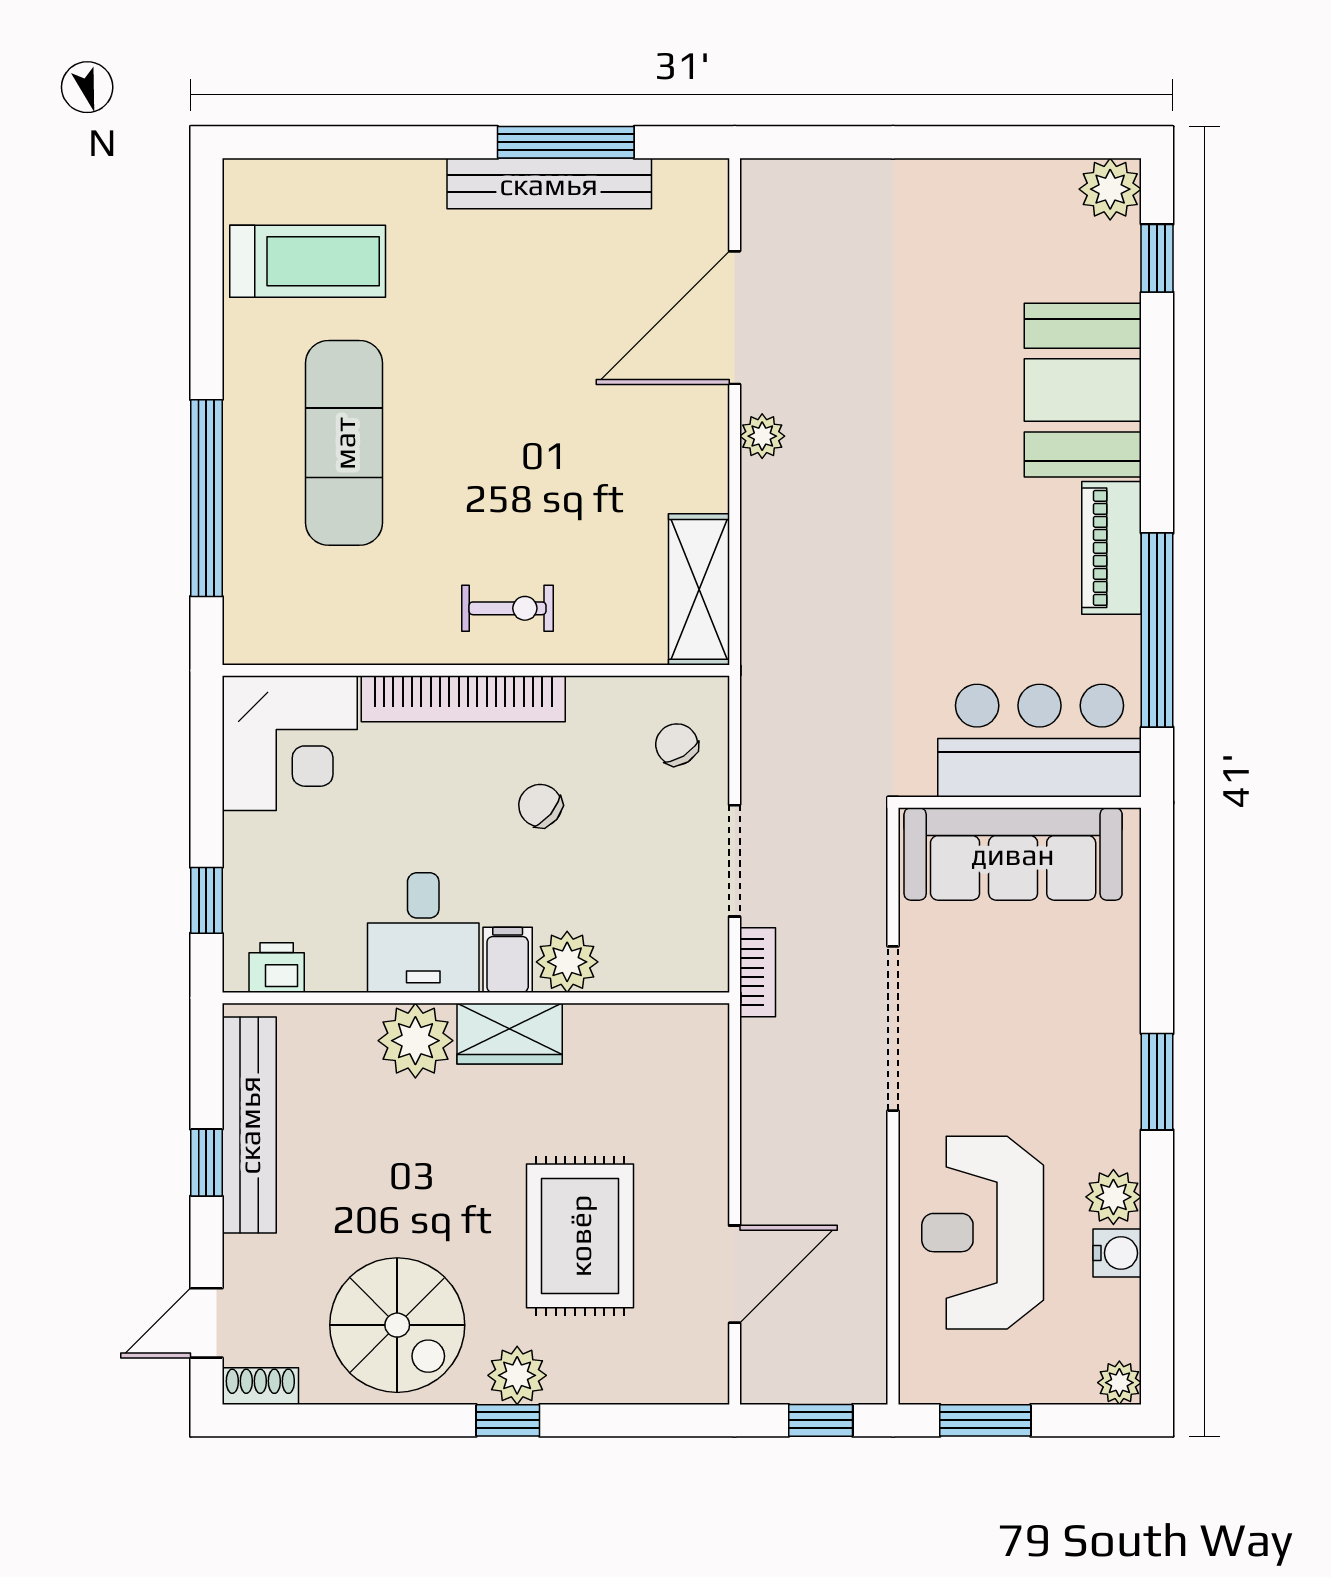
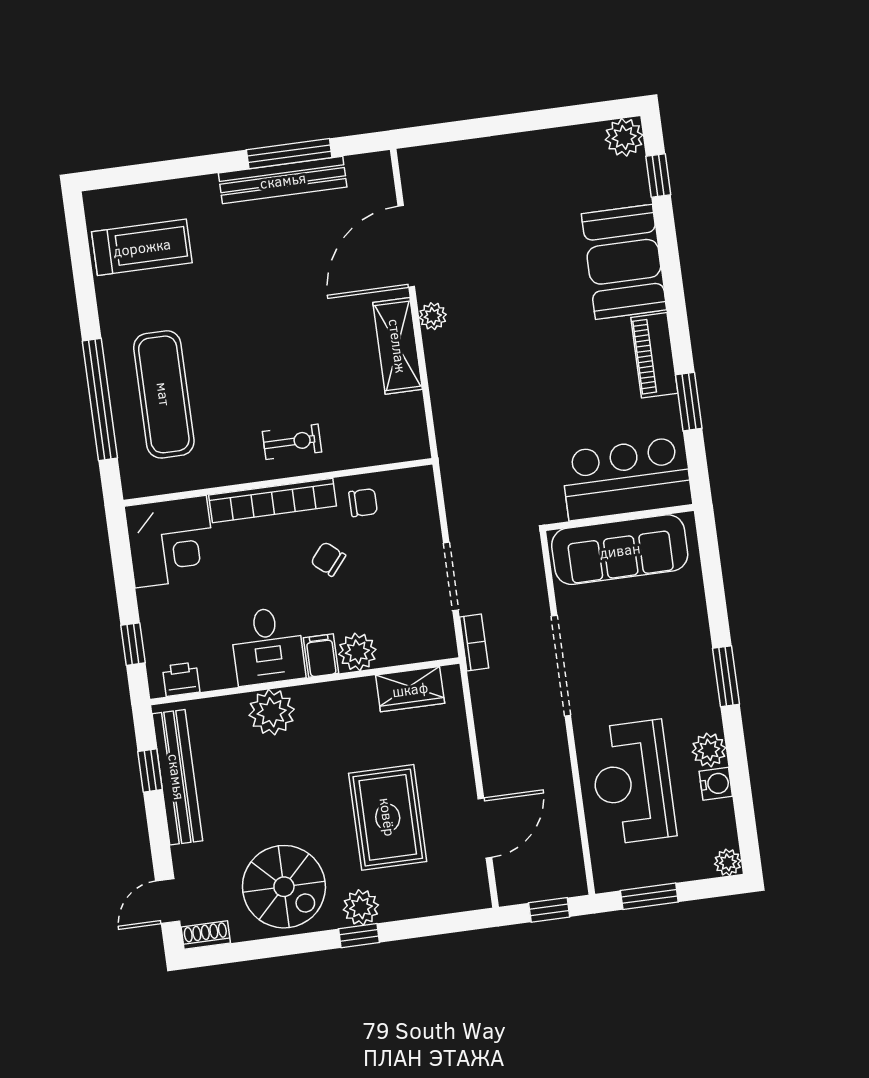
exercise mat: (344, 443) -> (164, 394), moved
shelving: (699, 589) -> (398, 346), moved
window: (1157, 630) -> (689, 402), width x0.47
chair: (677, 745) -> (363, 503), moved, turned 122
wardrobe: (510, 1034) -> (410, 689), moved
window: (206, 1163) -> (150, 770), moved

